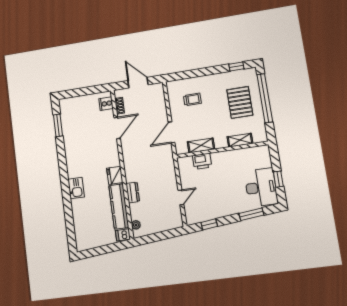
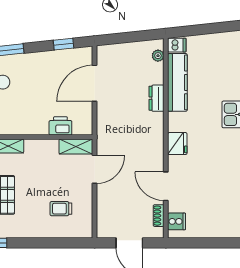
door: (117, 128) -> (166, 186), hinge flipped
shelving: (201, 145) -> (76, 147), moved
fridge: (115, 175) -> (177, 144), moved
door: (181, 197) -> (95, 83), width x1.87

